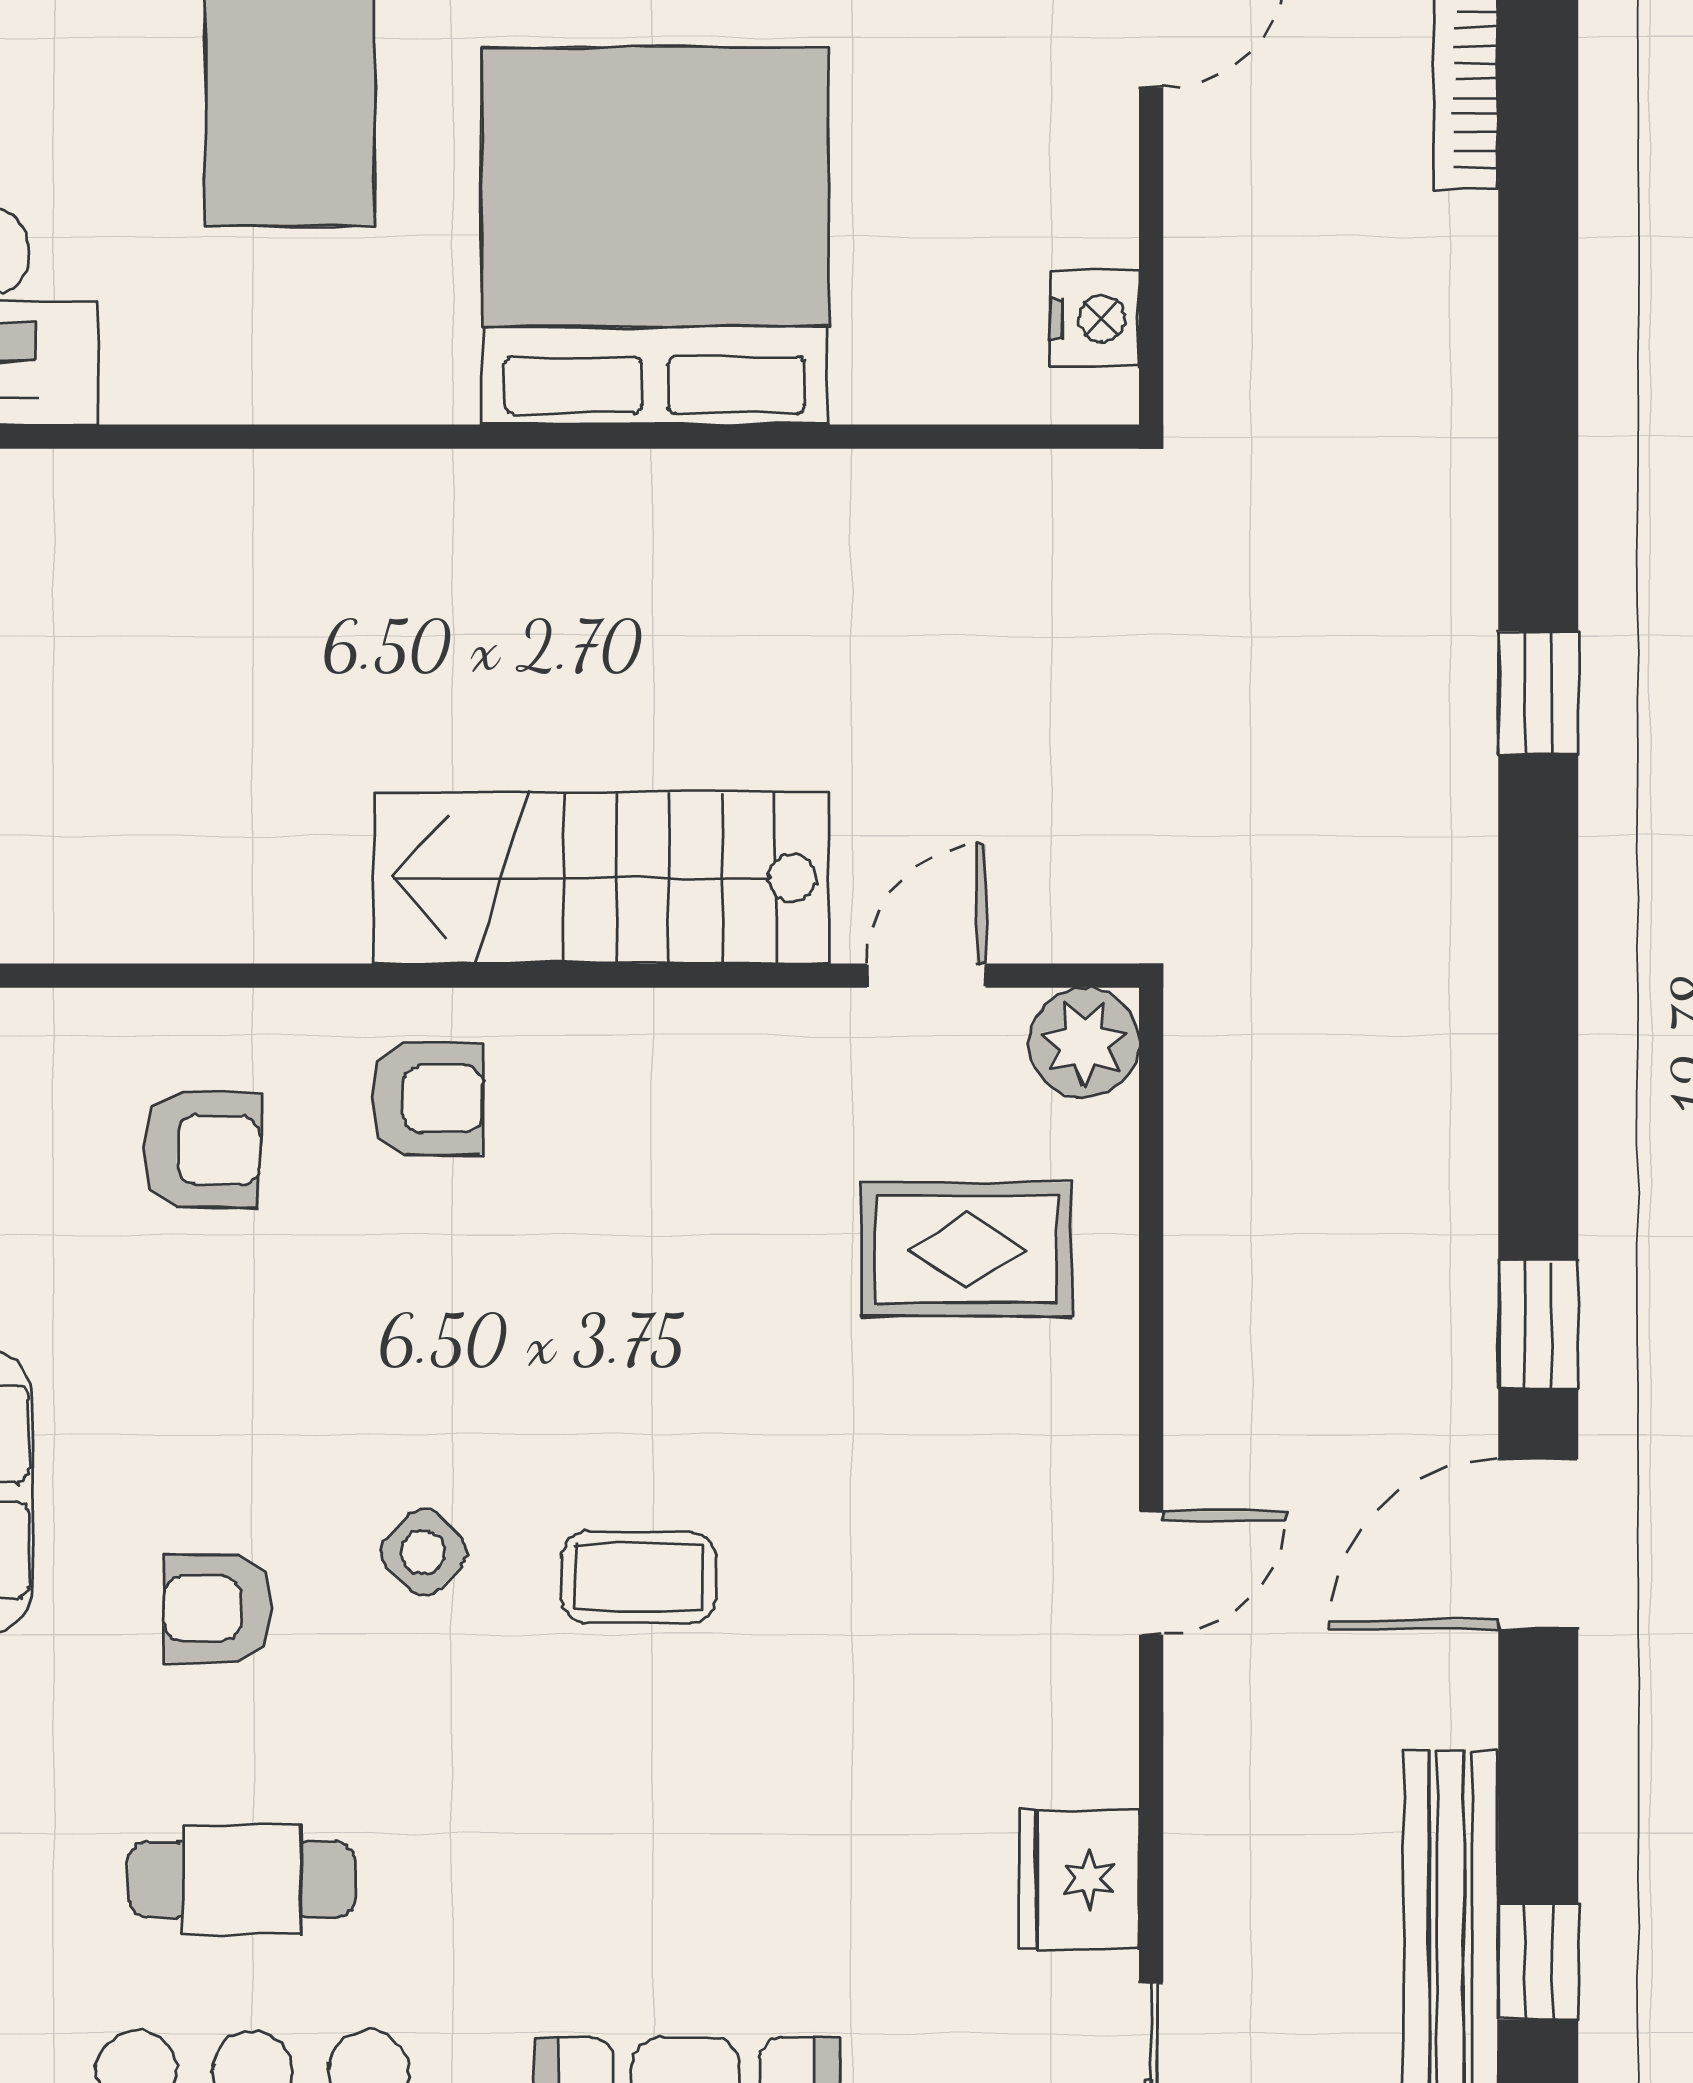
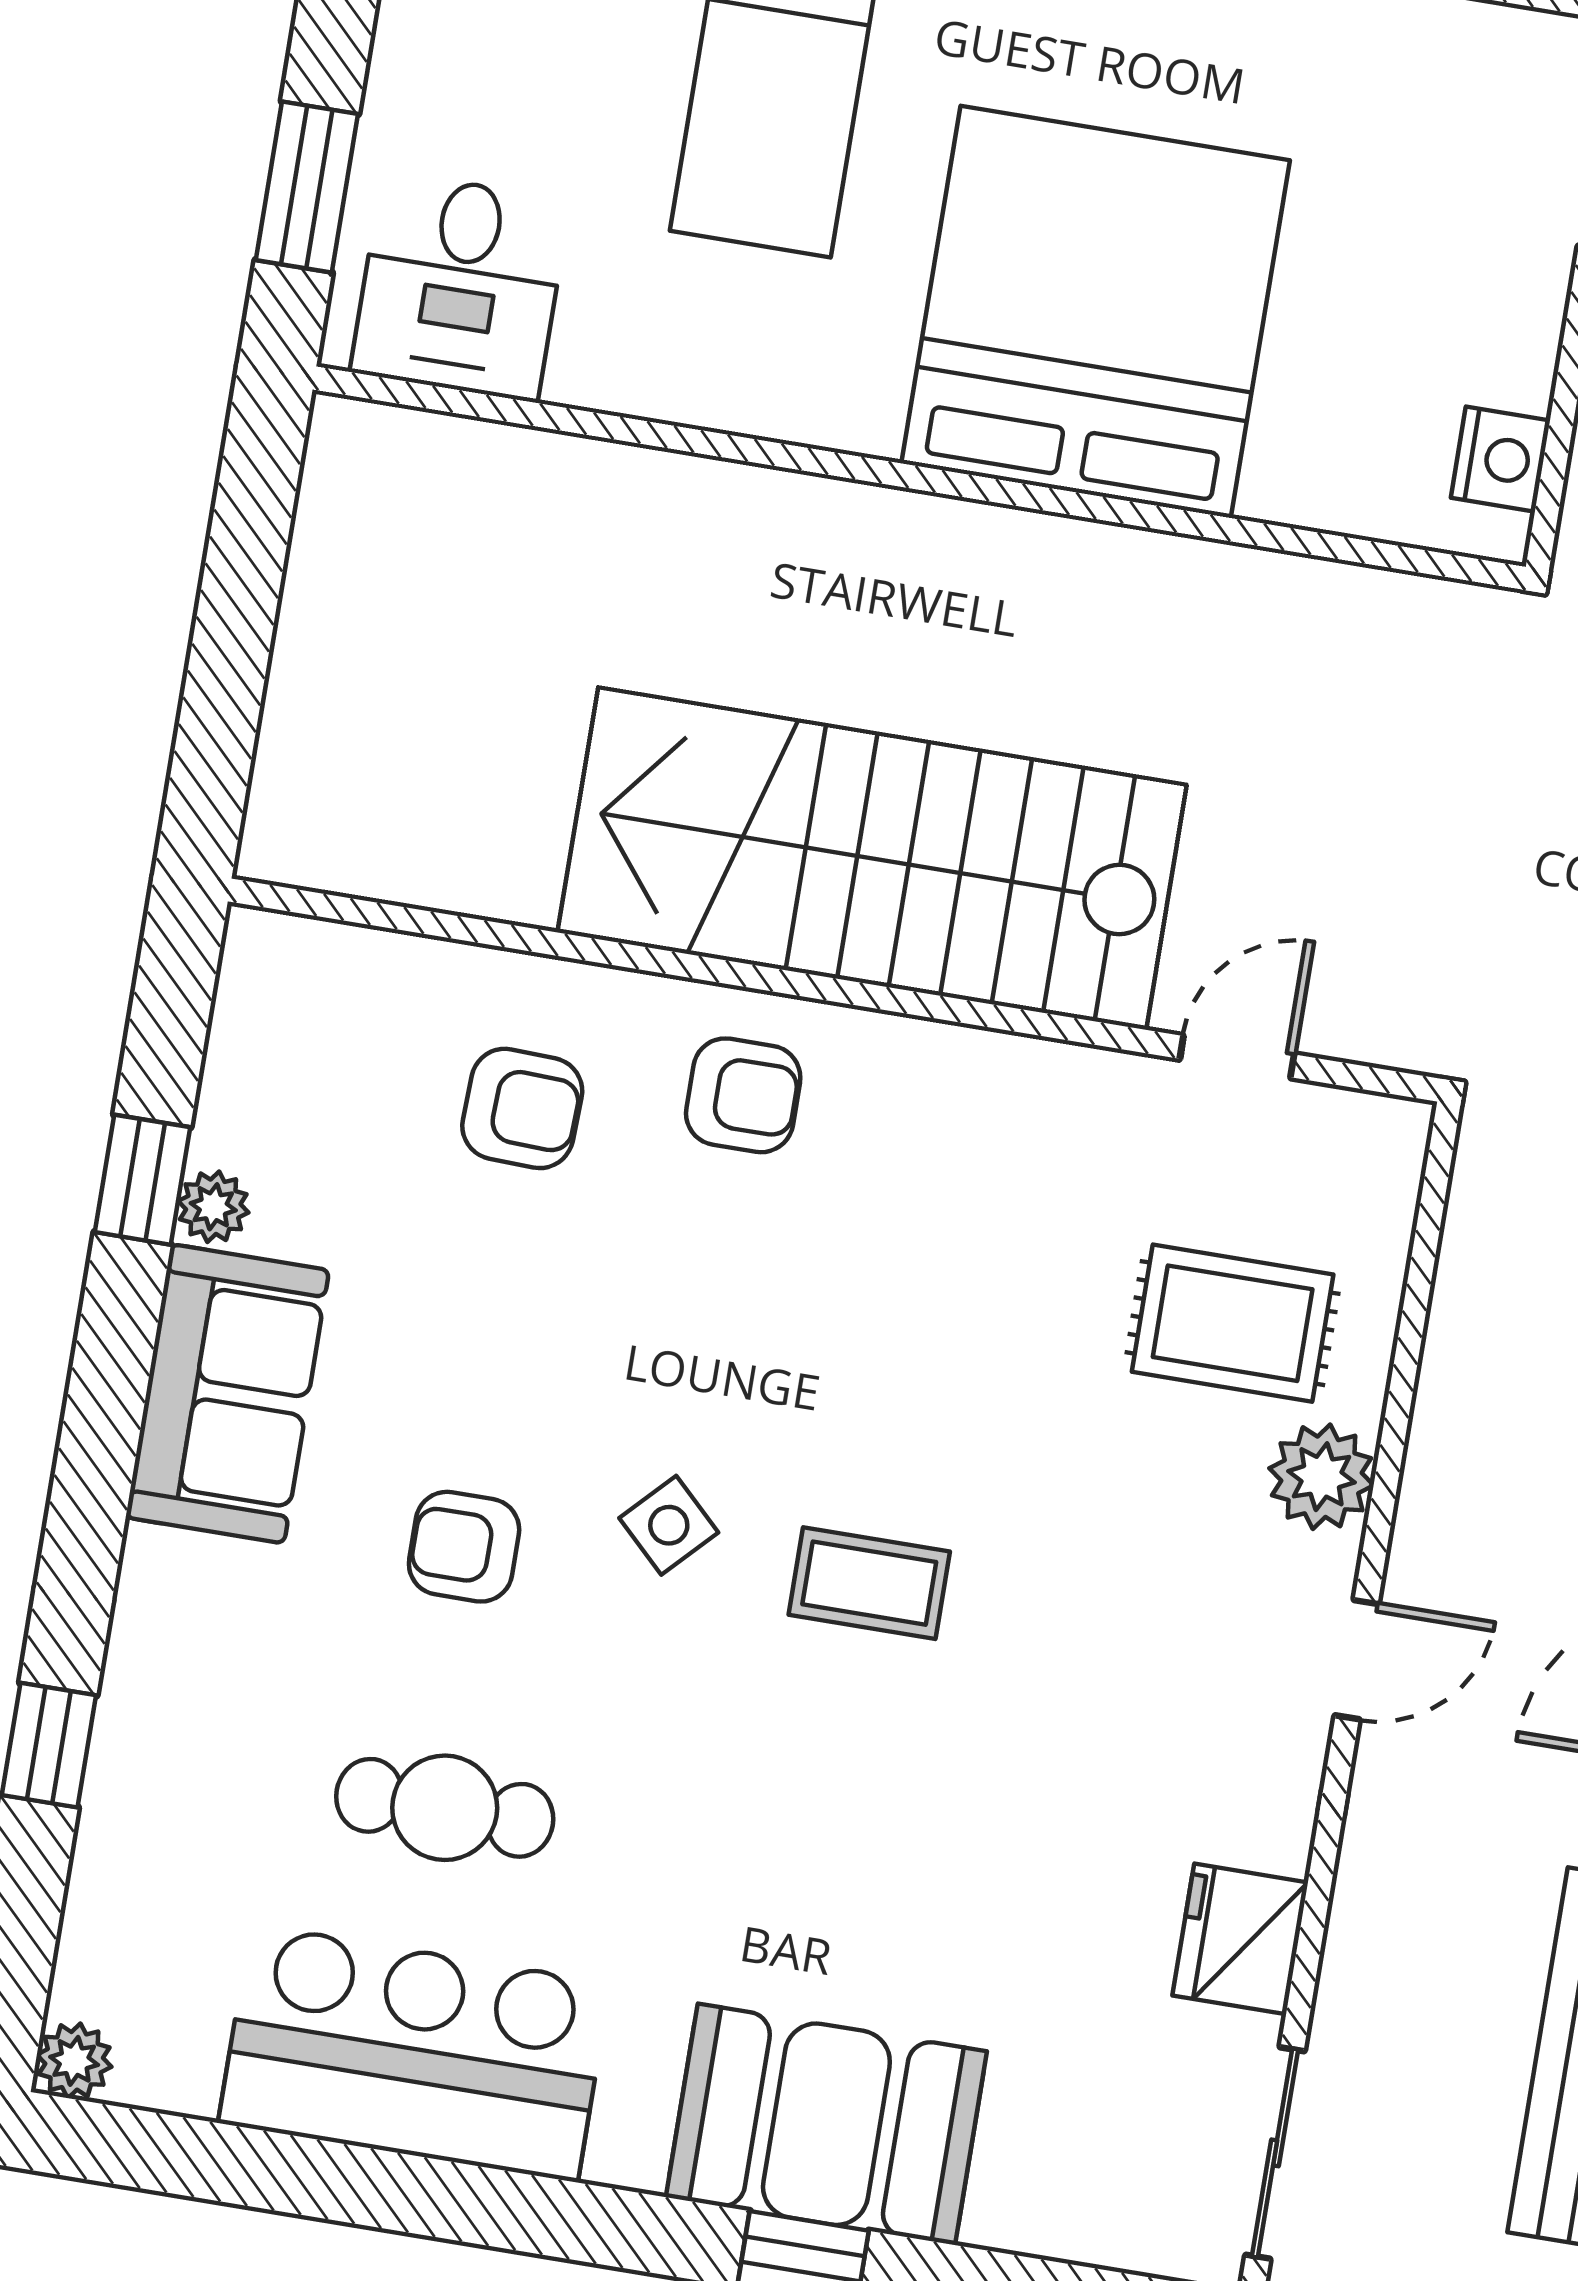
stairs: (601, 878) -> (872, 859), width x1.36, depth x1.51
plant: (1084, 1043) -> (1322, 1477), moved

